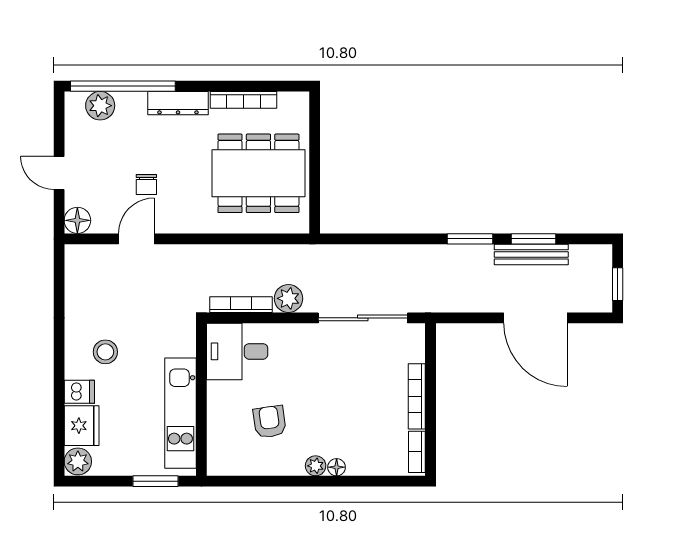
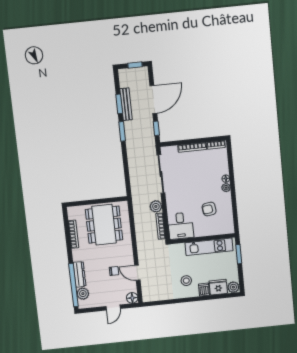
dresser: (178, 103) -> (80, 274), moved
window: (469, 318) -> (156, 128), added

